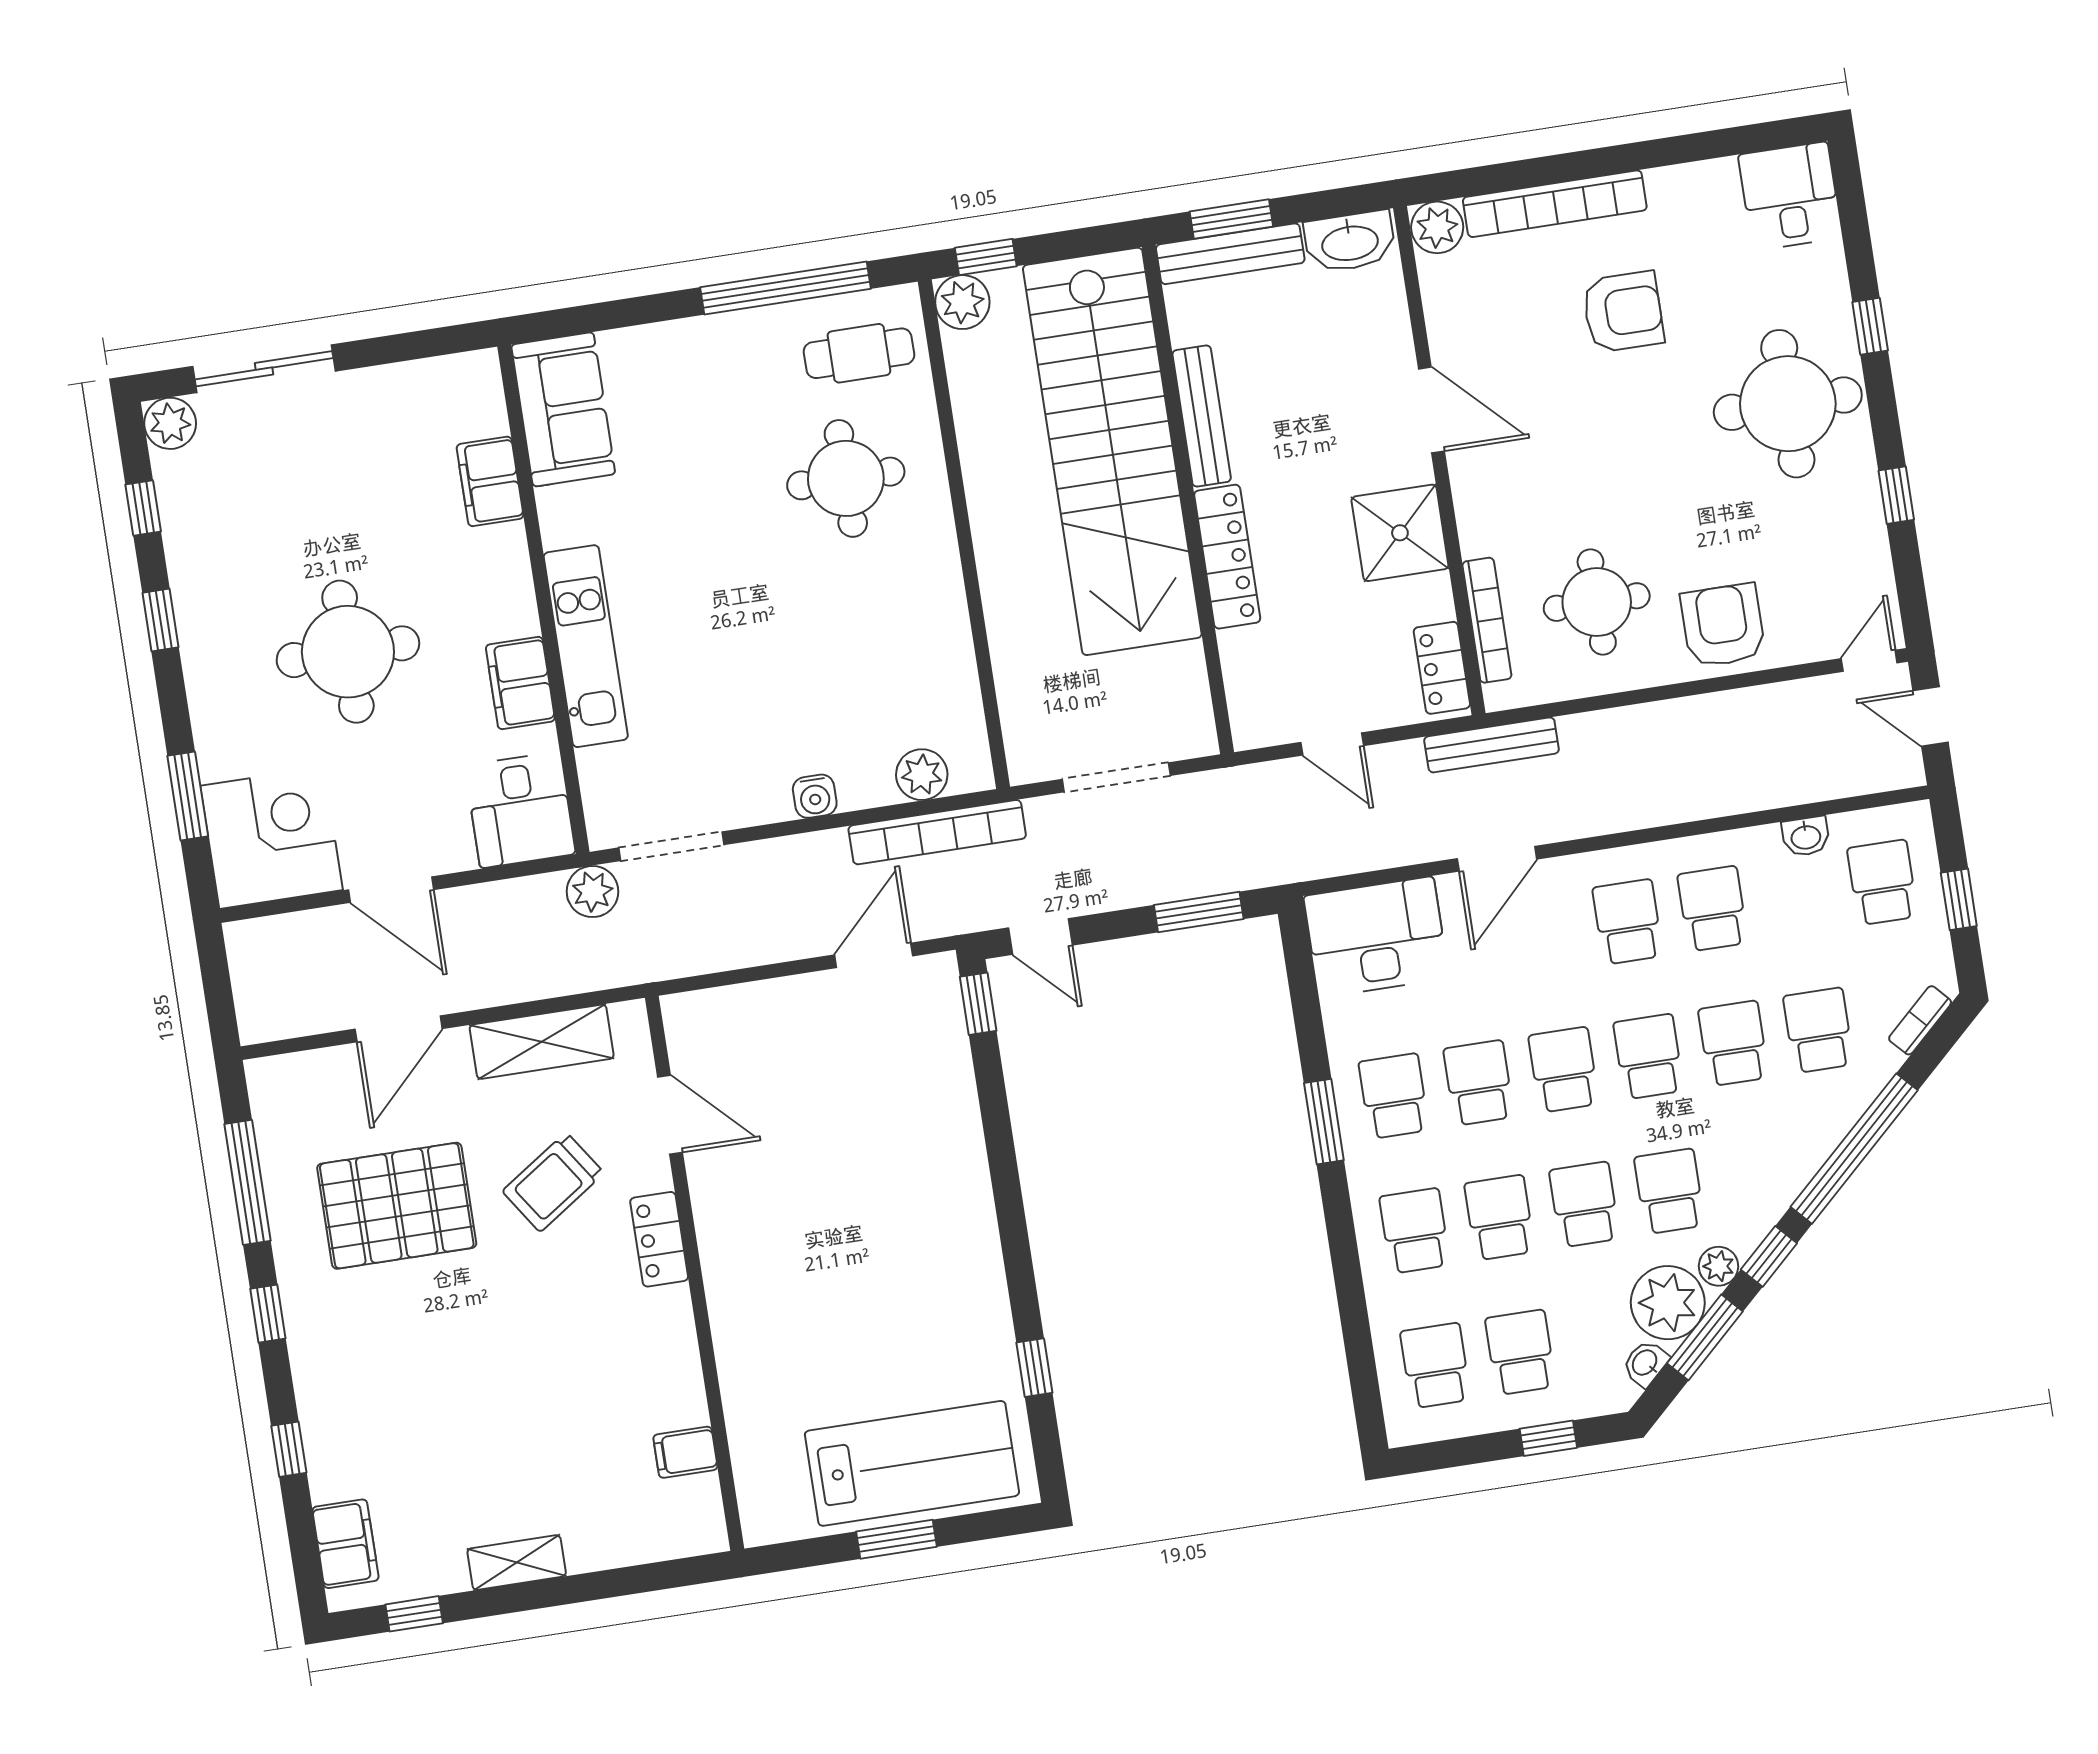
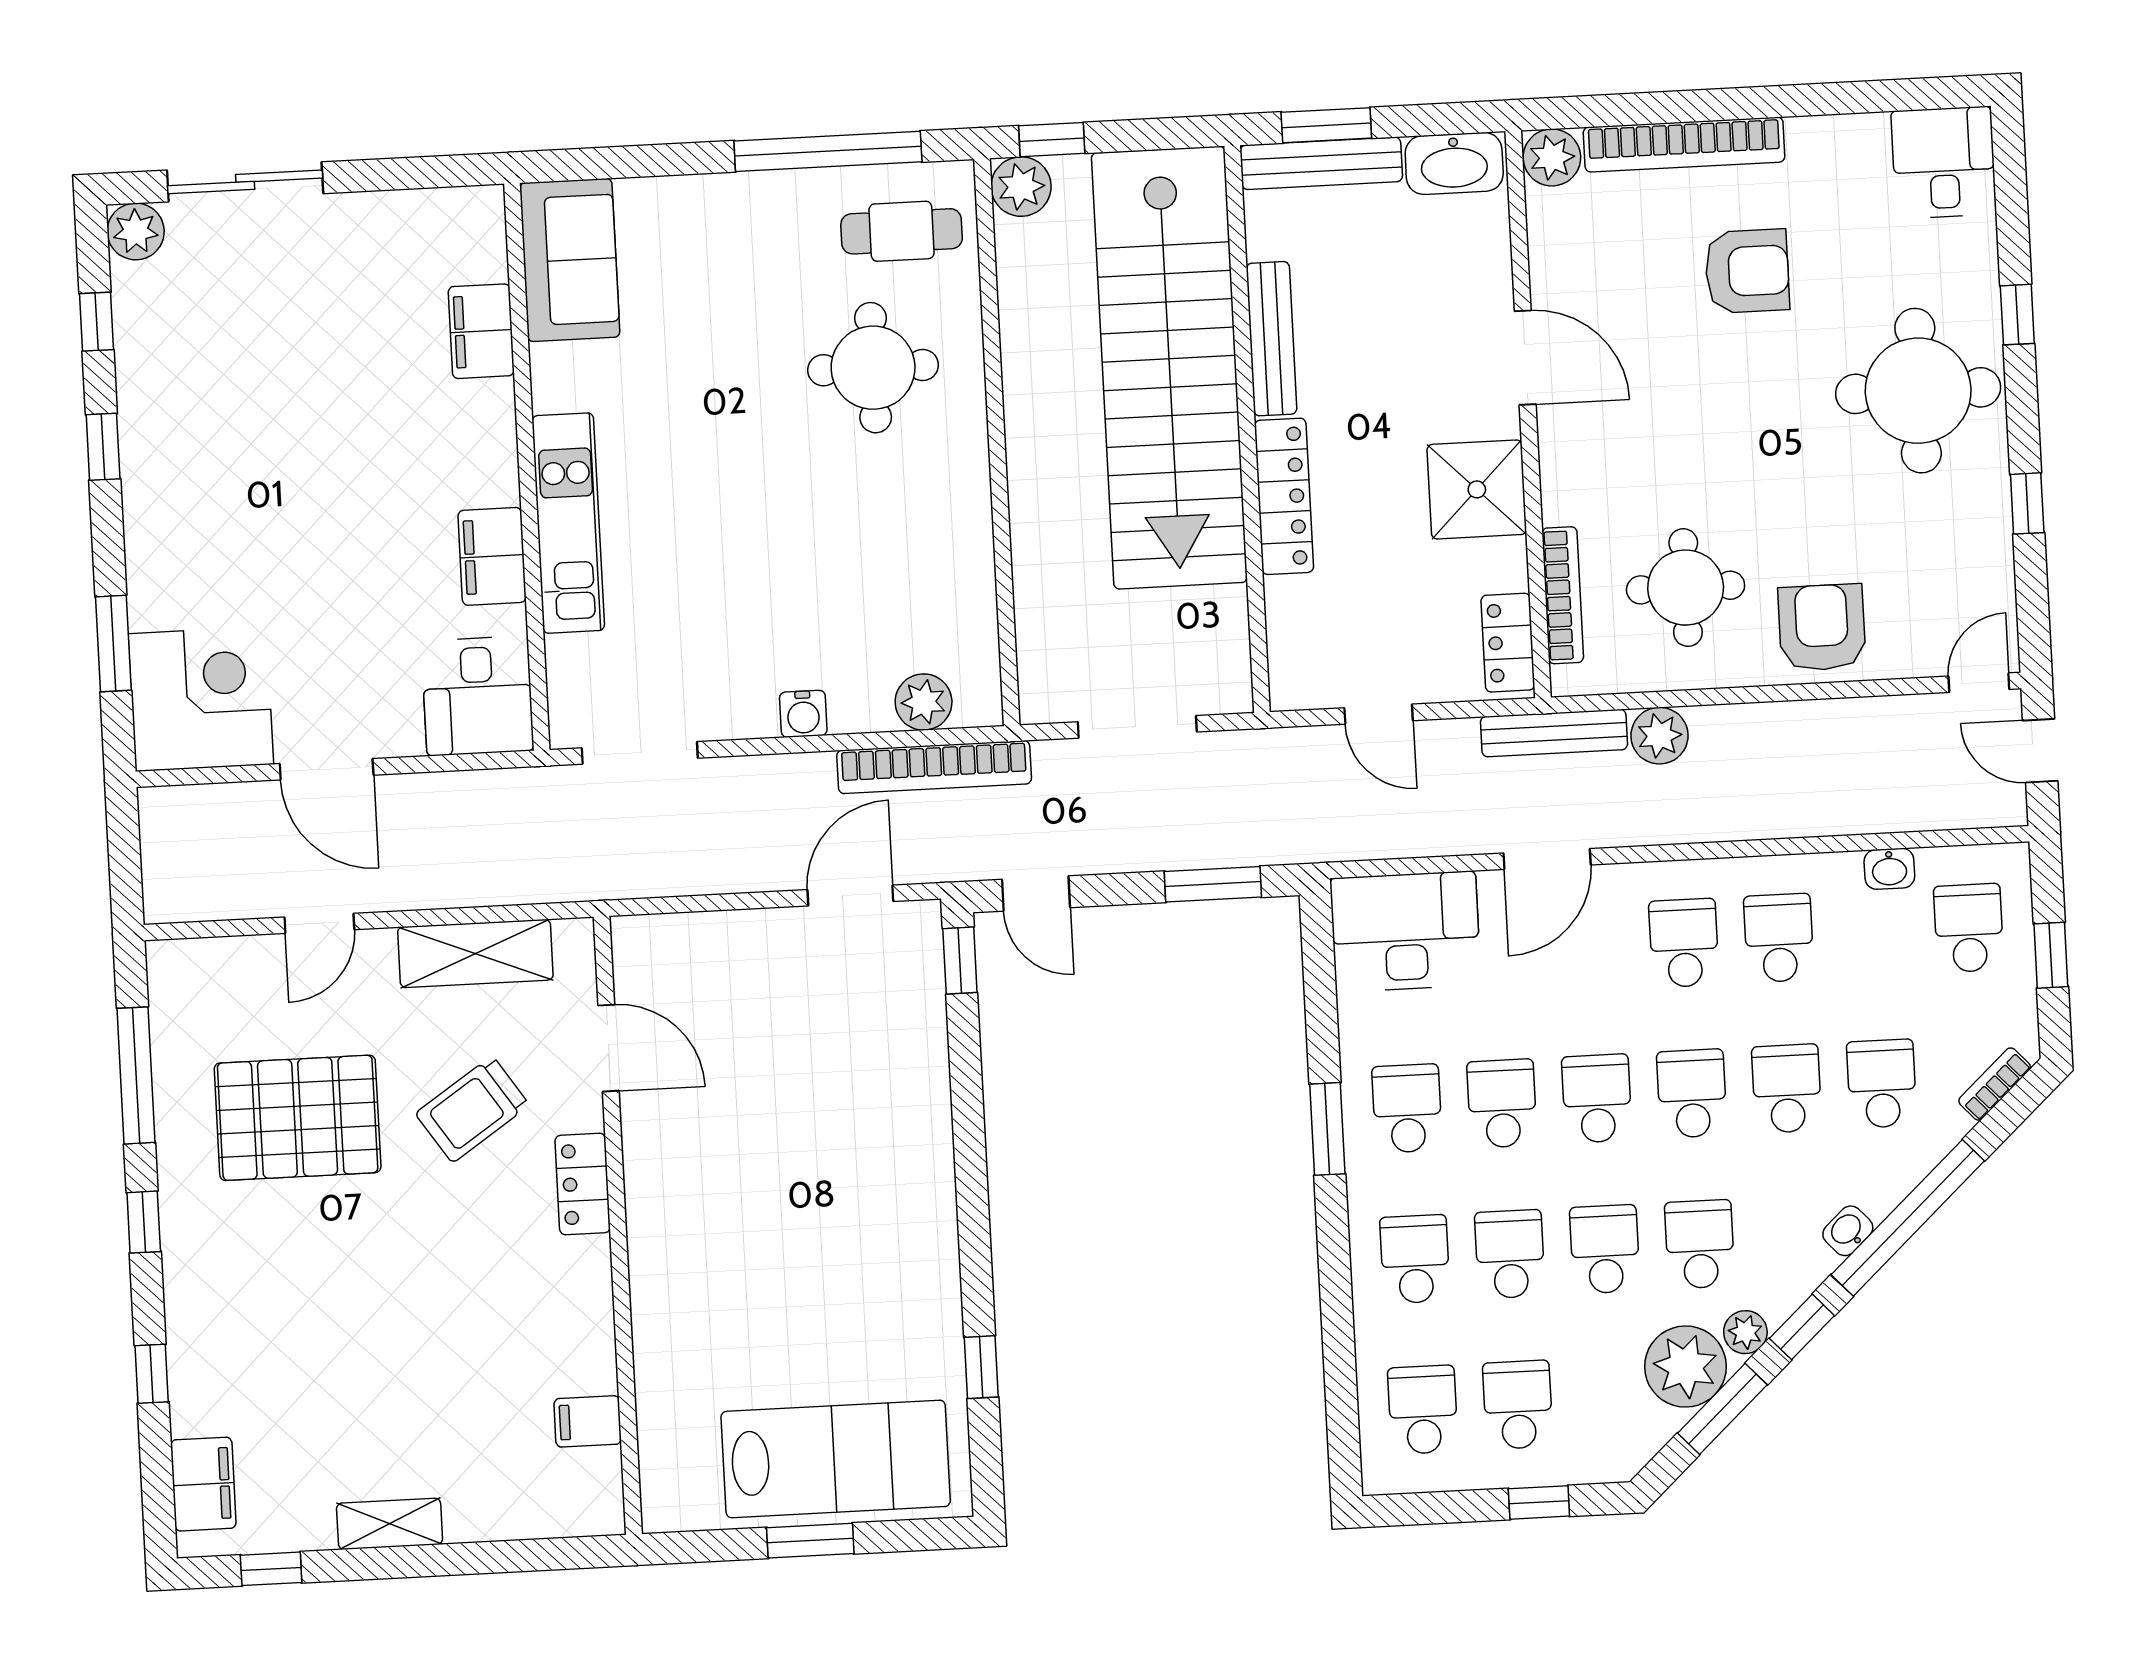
round table: (348, 652) -> (306, 503), removed
plant: (592, 892) -> (1660, 736), moved
door: (399, 1029) -> (319, 923), width x0.73
washbasin: (1645, 1363) -> (1848, 1231), moved

